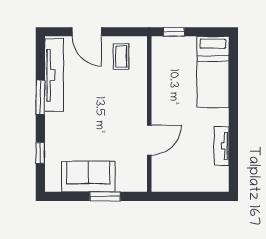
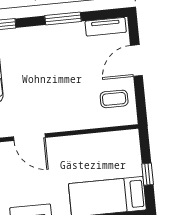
window: (174, 32) -> (148, 174), moved
tv unit: (54, 75) -> (106, 27), width x0.52, depth x0.78

